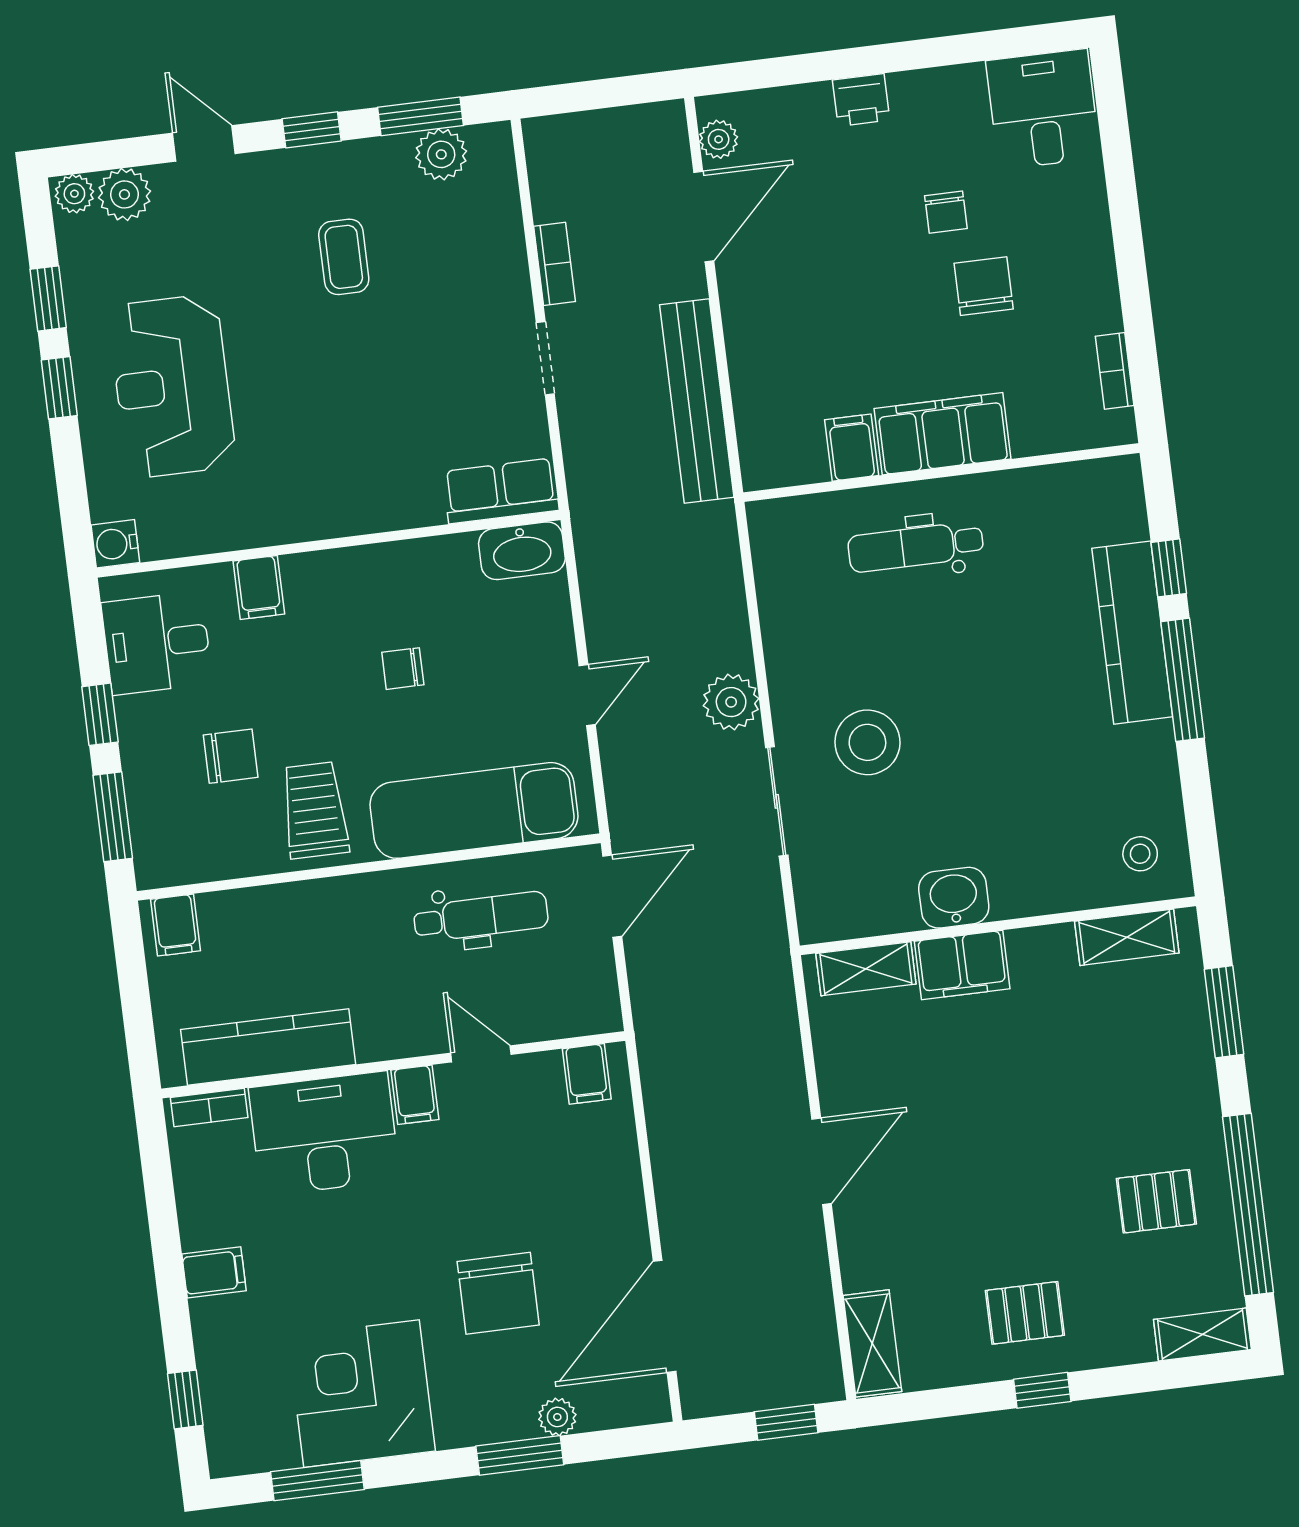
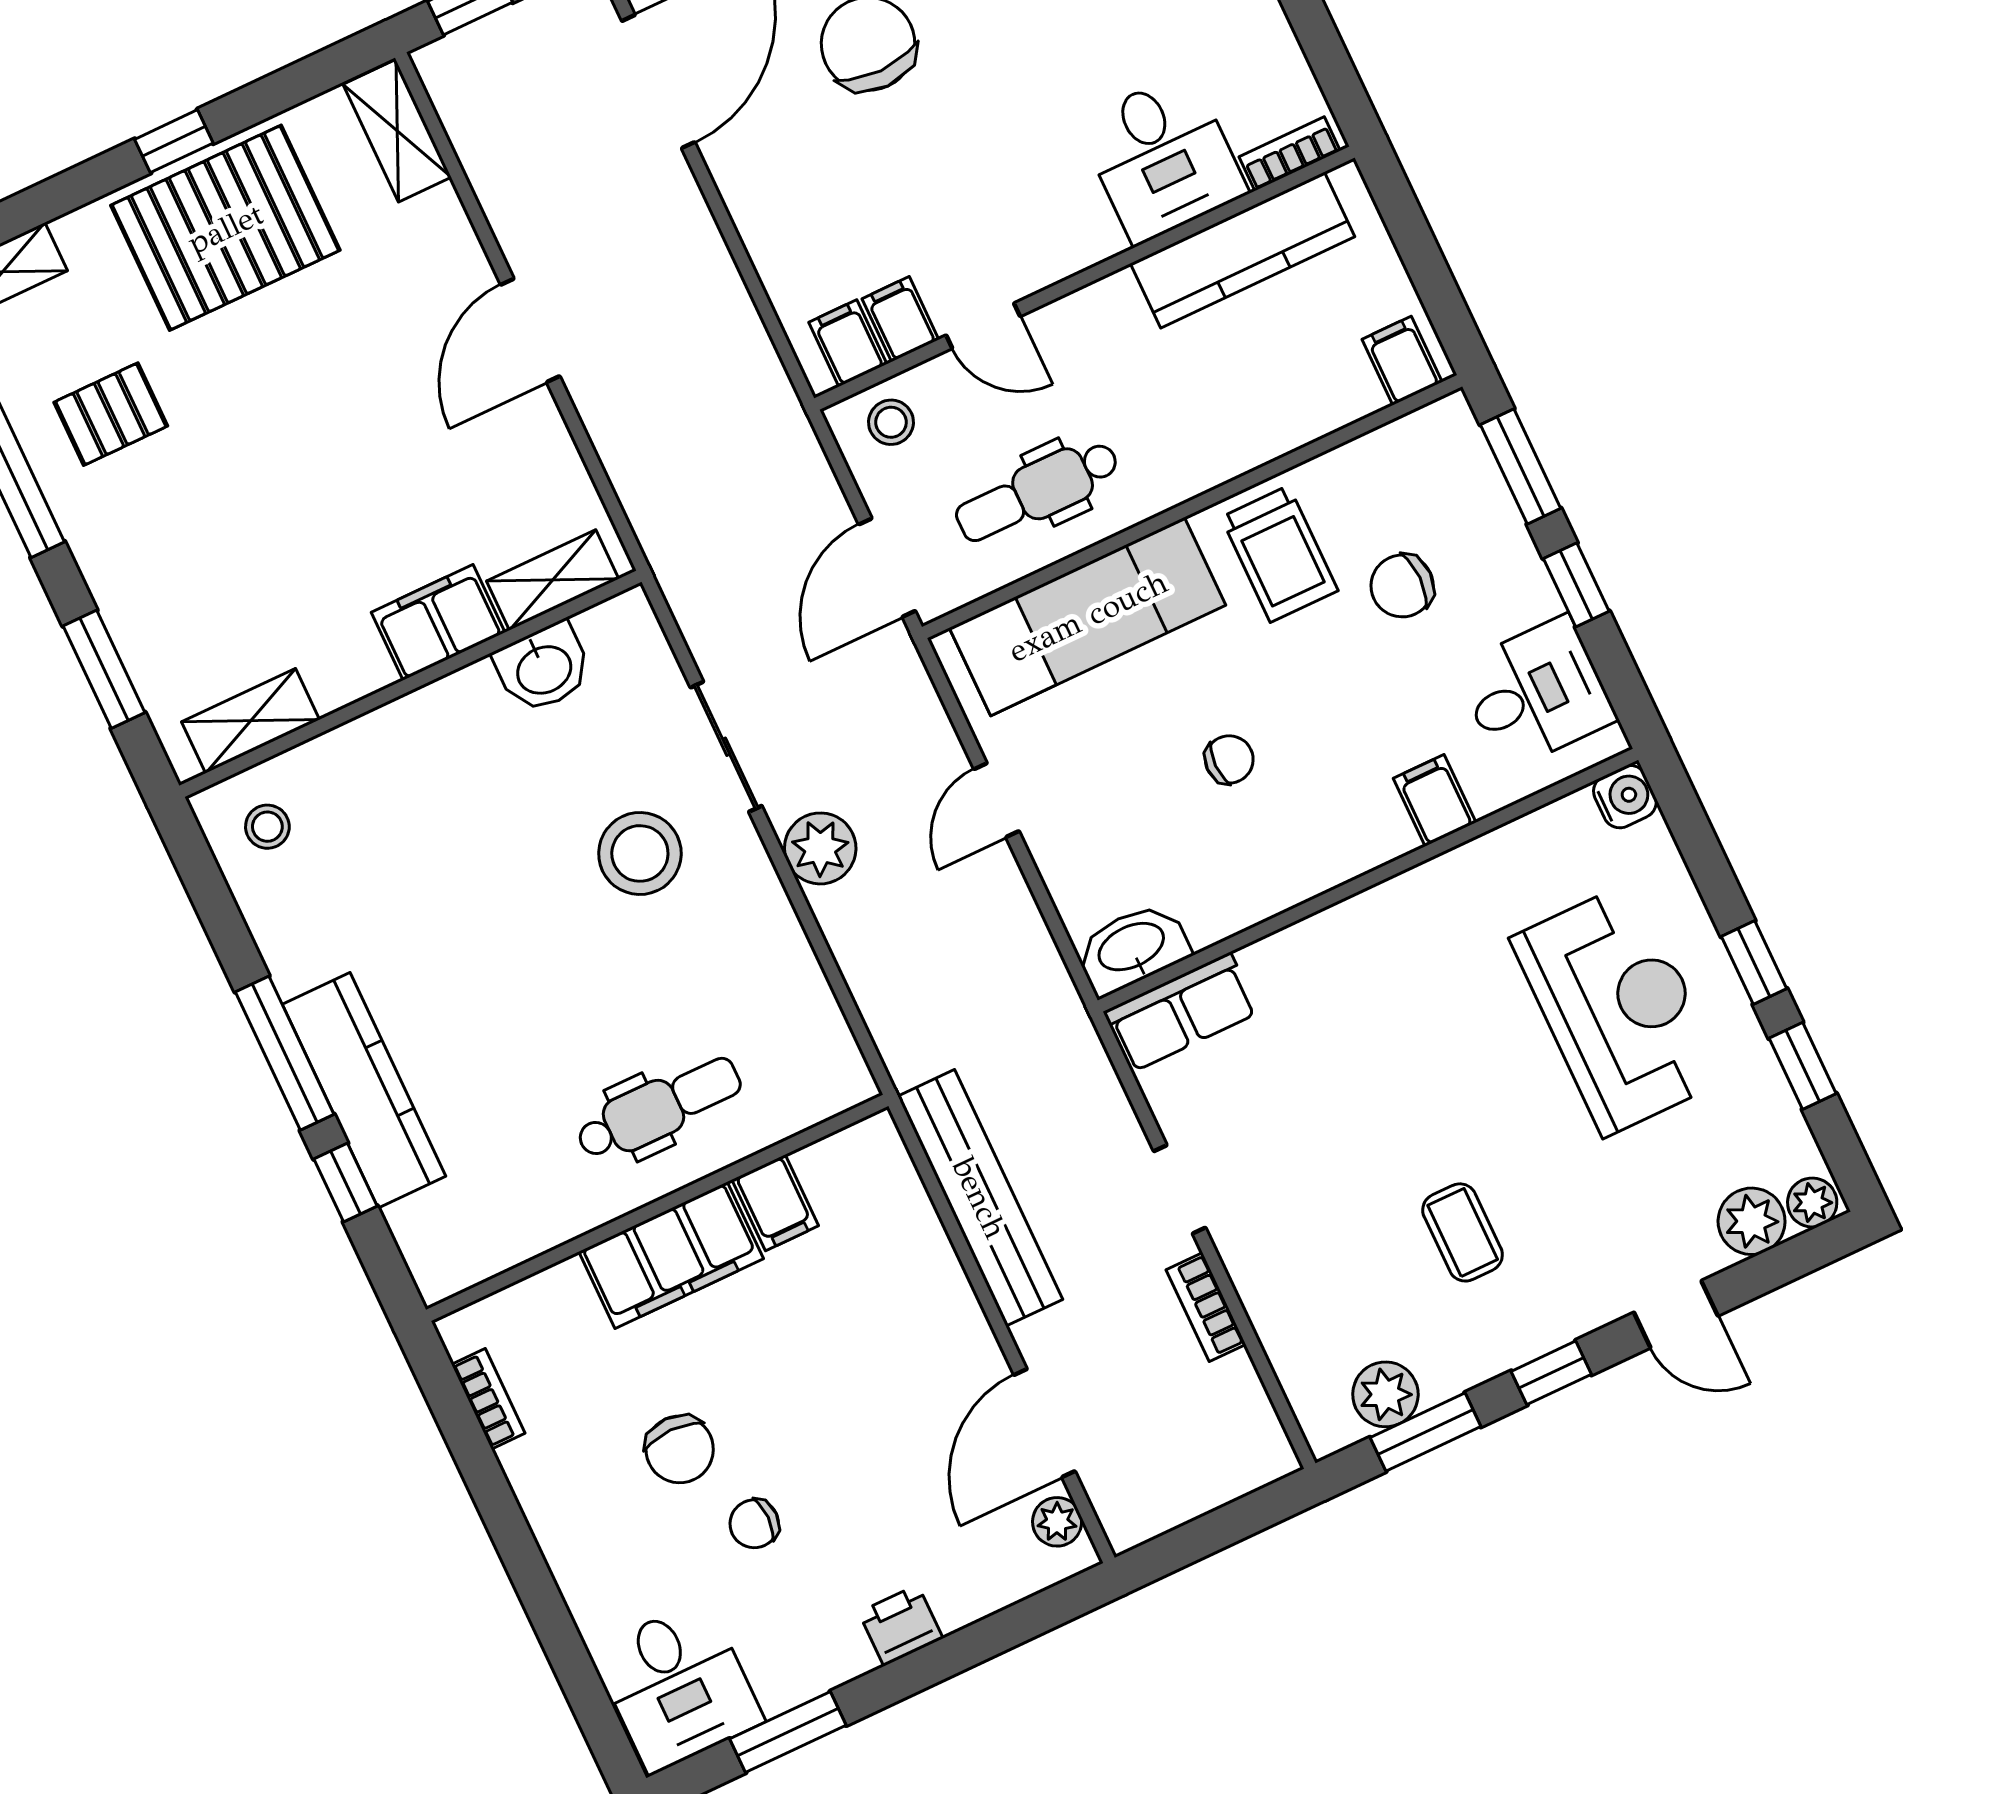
window: (972, 48) -> (788, 1732), added
chair: (946, 212) -> (754, 1524), turned -90
washbasin: (954, 898) -> (543, 668), moved
stool: (574, 1004) -> (891, 422), added
filing cabinet: (415, 1095) -> (900, 319), moved
desk: (324, 1134) -> (1162, 157), width x0.73
pallet: (1025, 1313) -> (225, 228), width x2.05, depth x2.00

